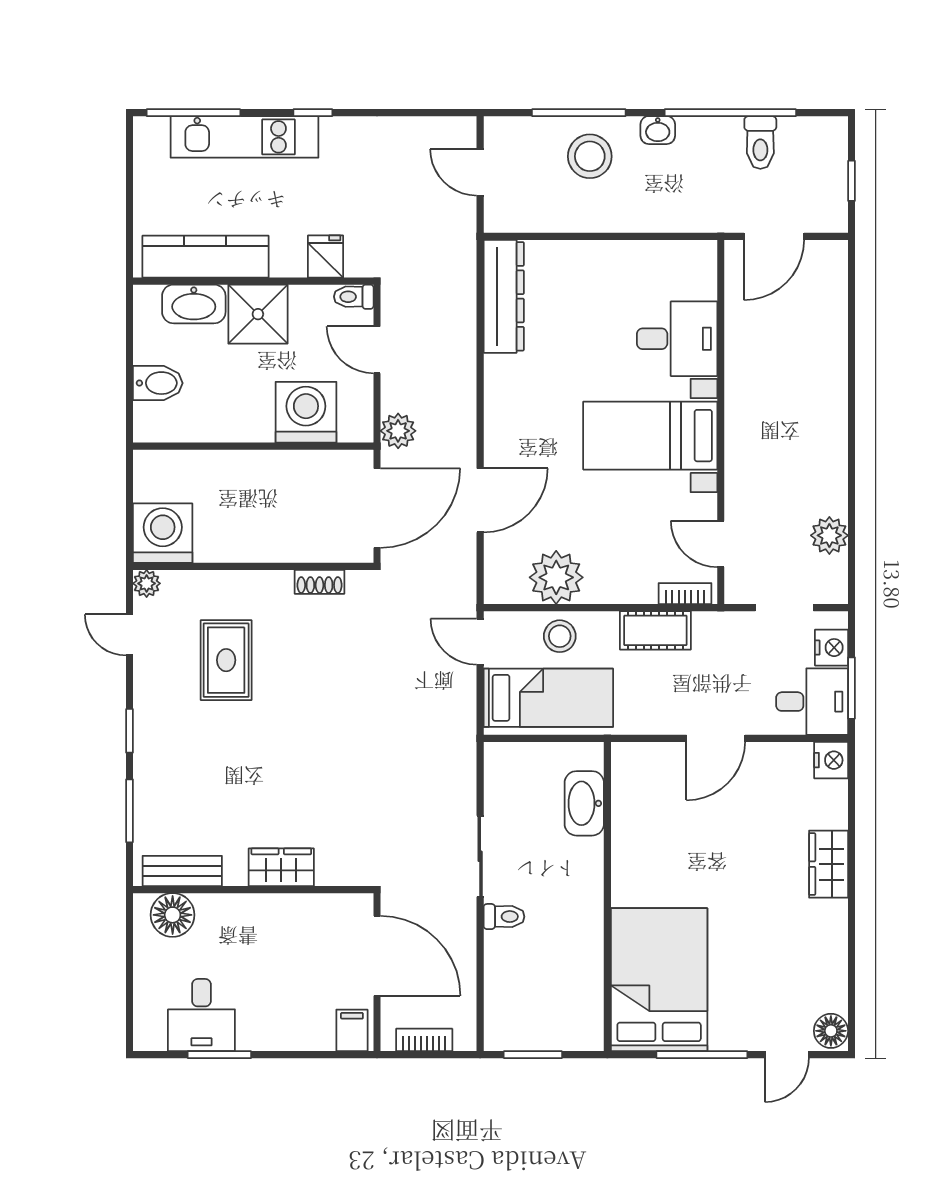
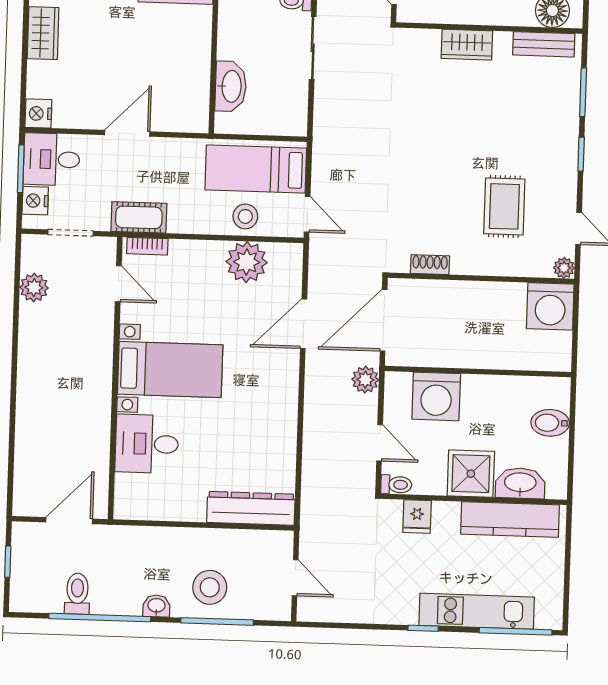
dresser: (504, 296) -> (251, 508), moved, turned 90
cot: (655, 630) -> (139, 217), moved

